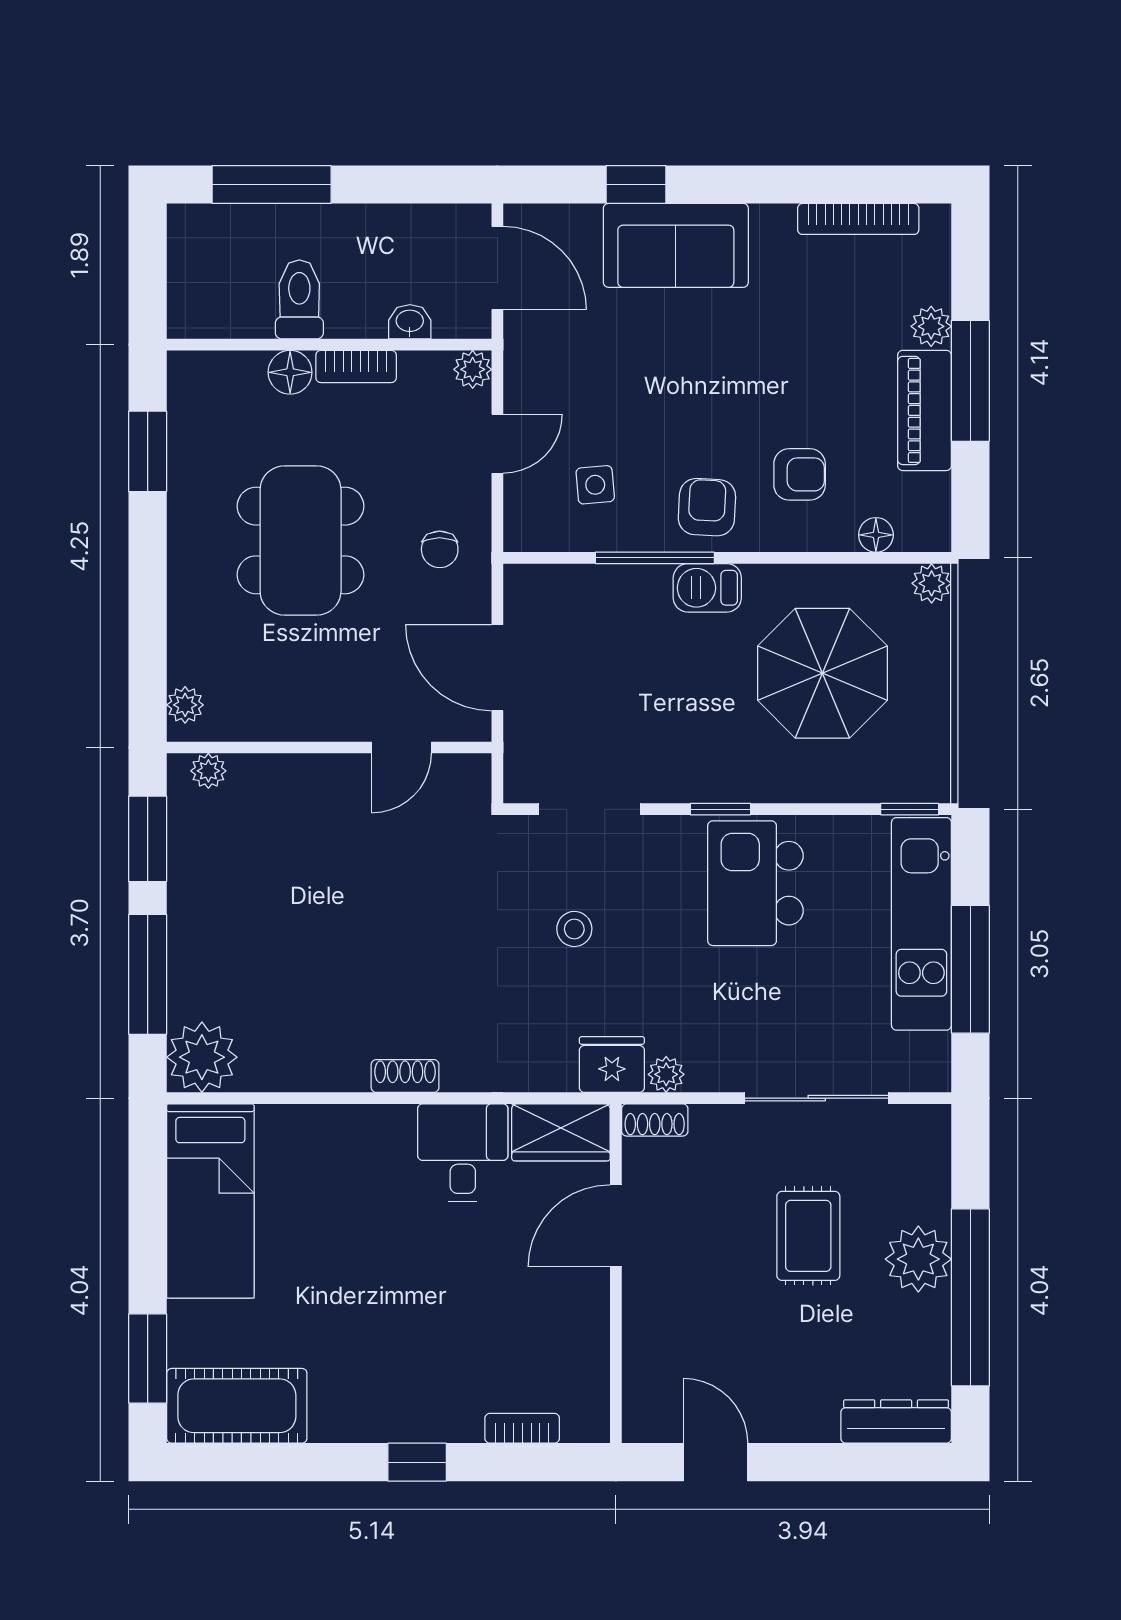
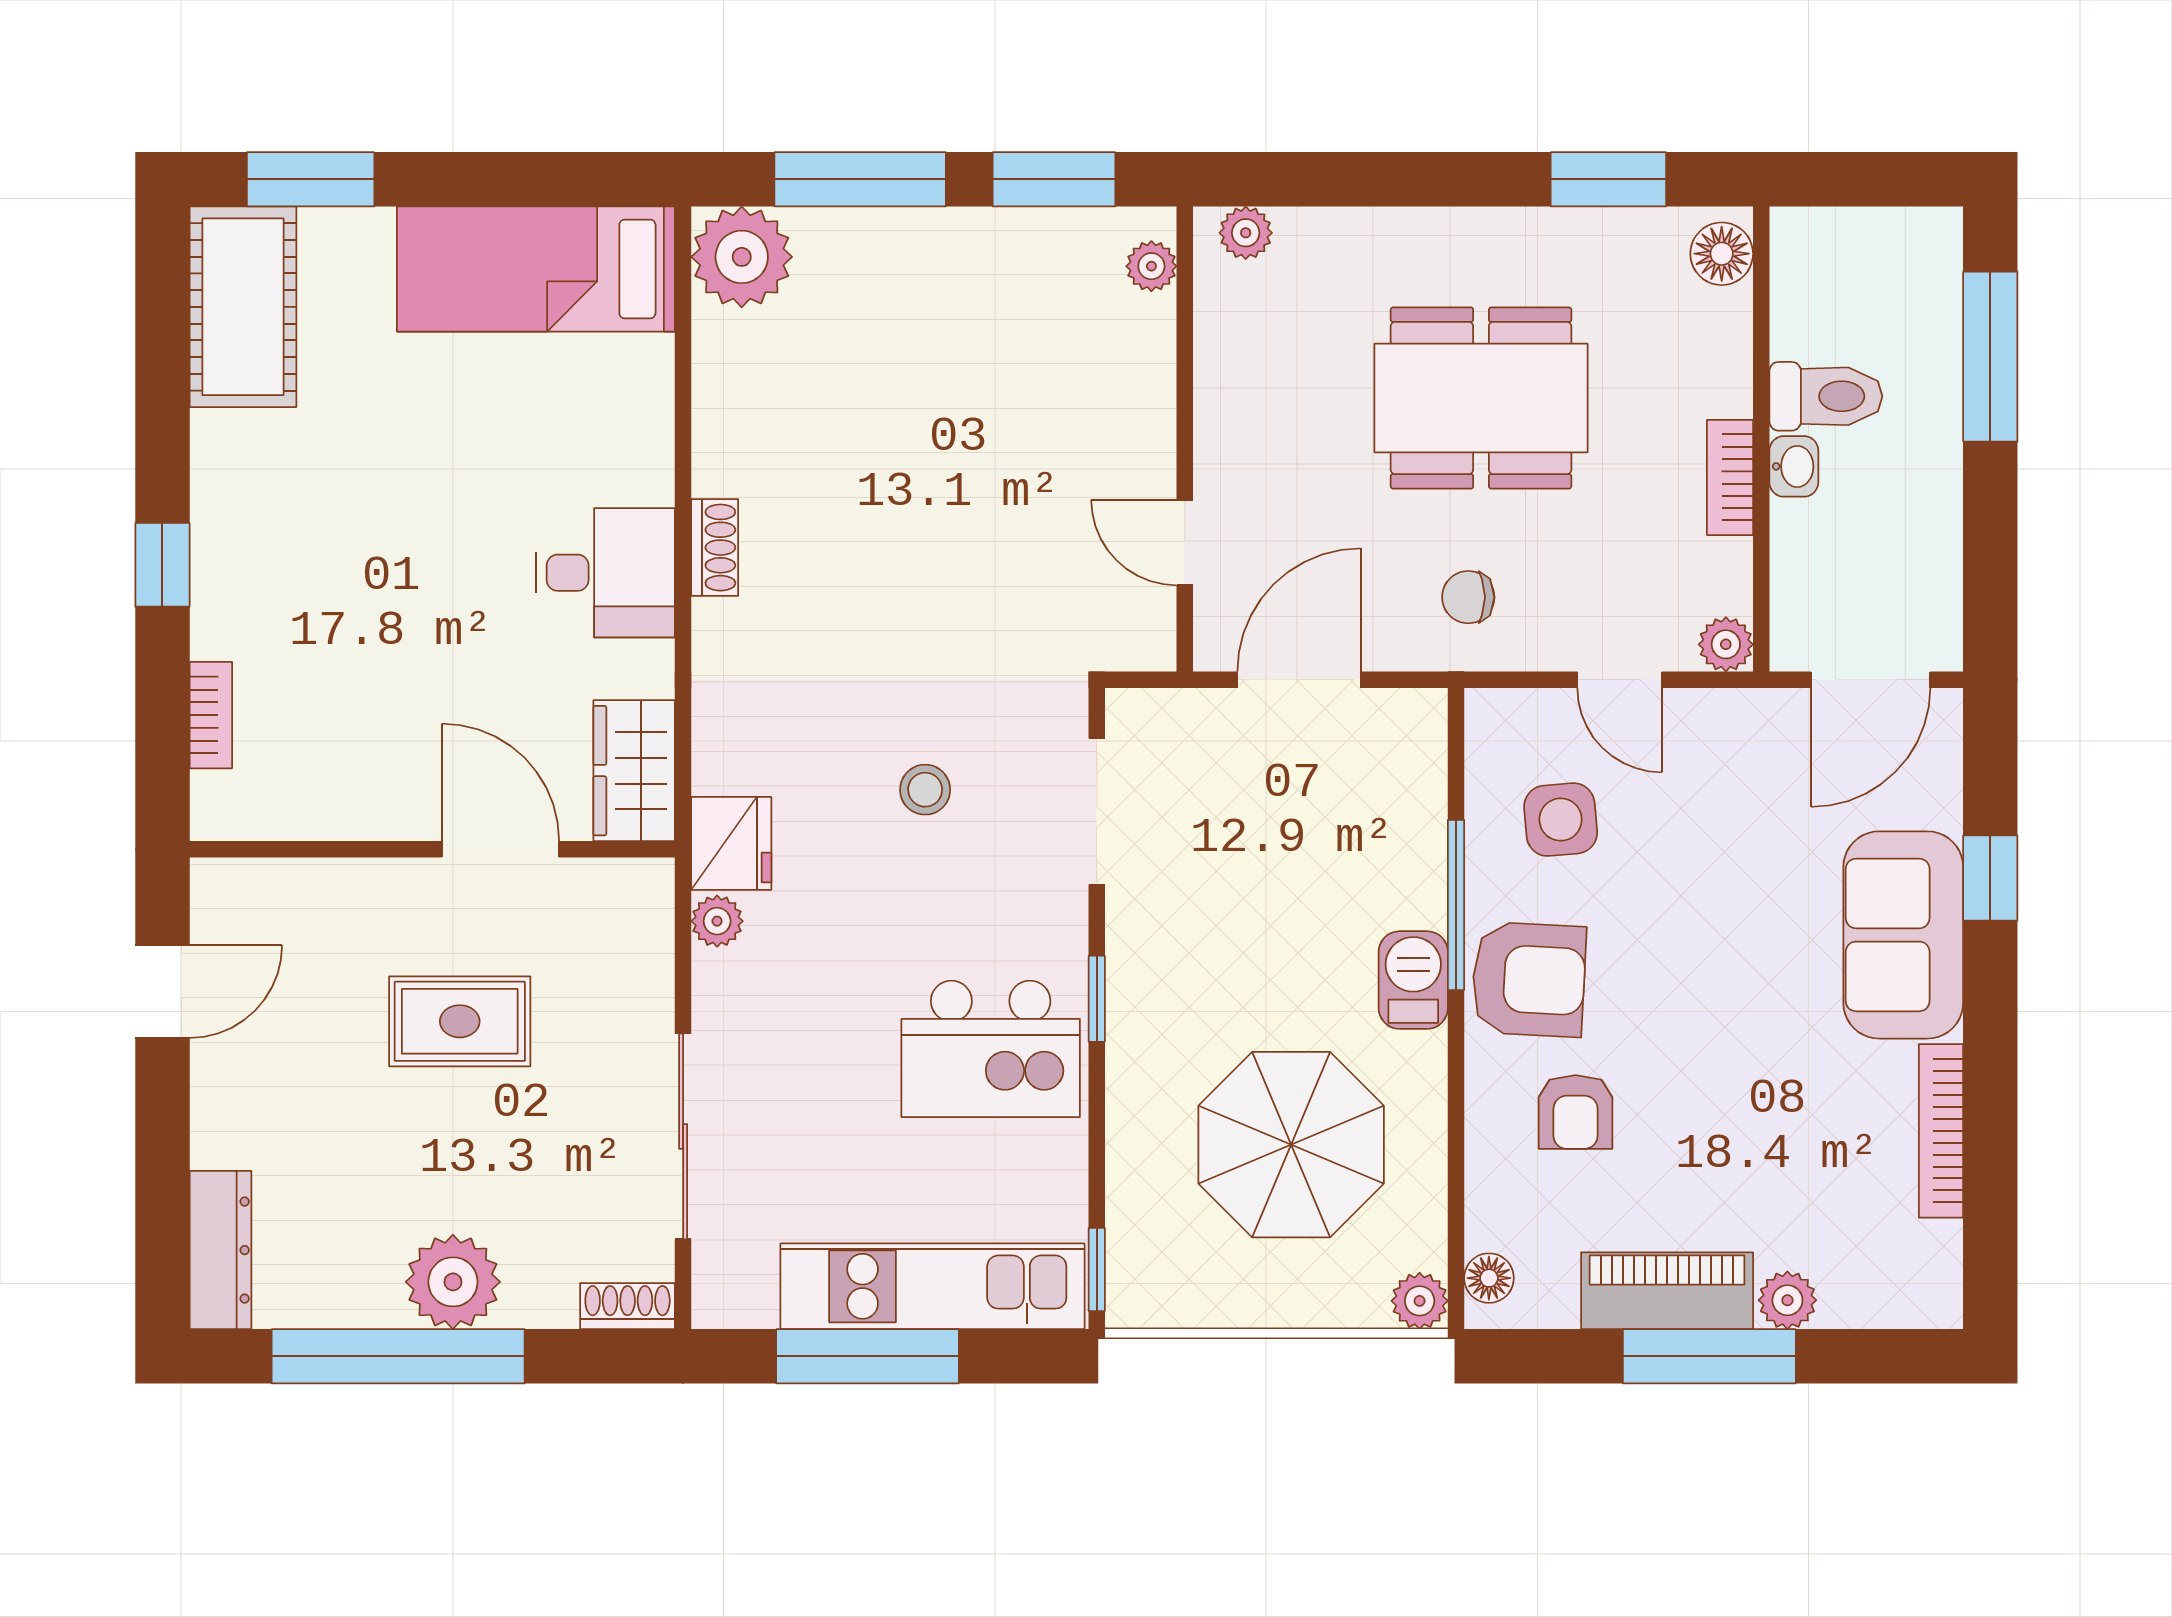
bookcase: (858, 219) -> (1941, 1131), moved
washbasin: (410, 322) -> (1794, 466), moved
floor lamp: (290, 372) -> (1722, 254), moved
side table: (595, 485) -> (1561, 820), width x1.37, depth x1.37
armchair: (707, 507) -> (1529, 979), width x1.38, depth x1.38
floor lamp: (876, 535) -> (1489, 1278), moved
kitchen island: (755, 883) -> (991, 1049), turned 180
shoe rack: (655, 1120) -> (628, 1306), moved, turned 90
desk: (463, 1153) -> (605, 573), moved
rug: (808, 1236) -> (460, 1021), moved

